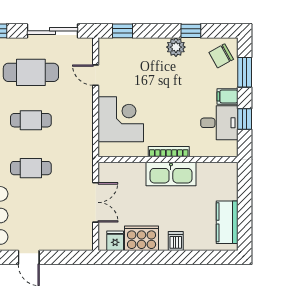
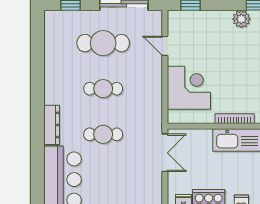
double door: (96, 202) -> (165, 153), moved

